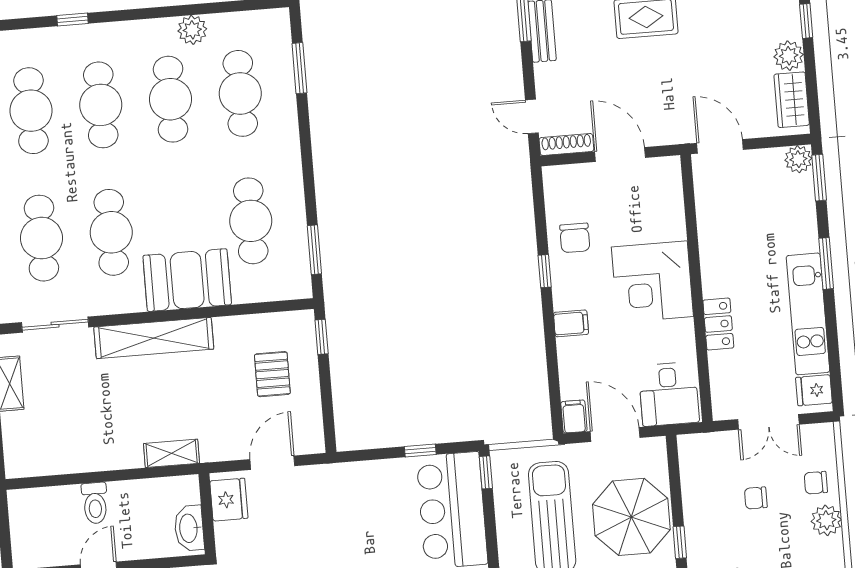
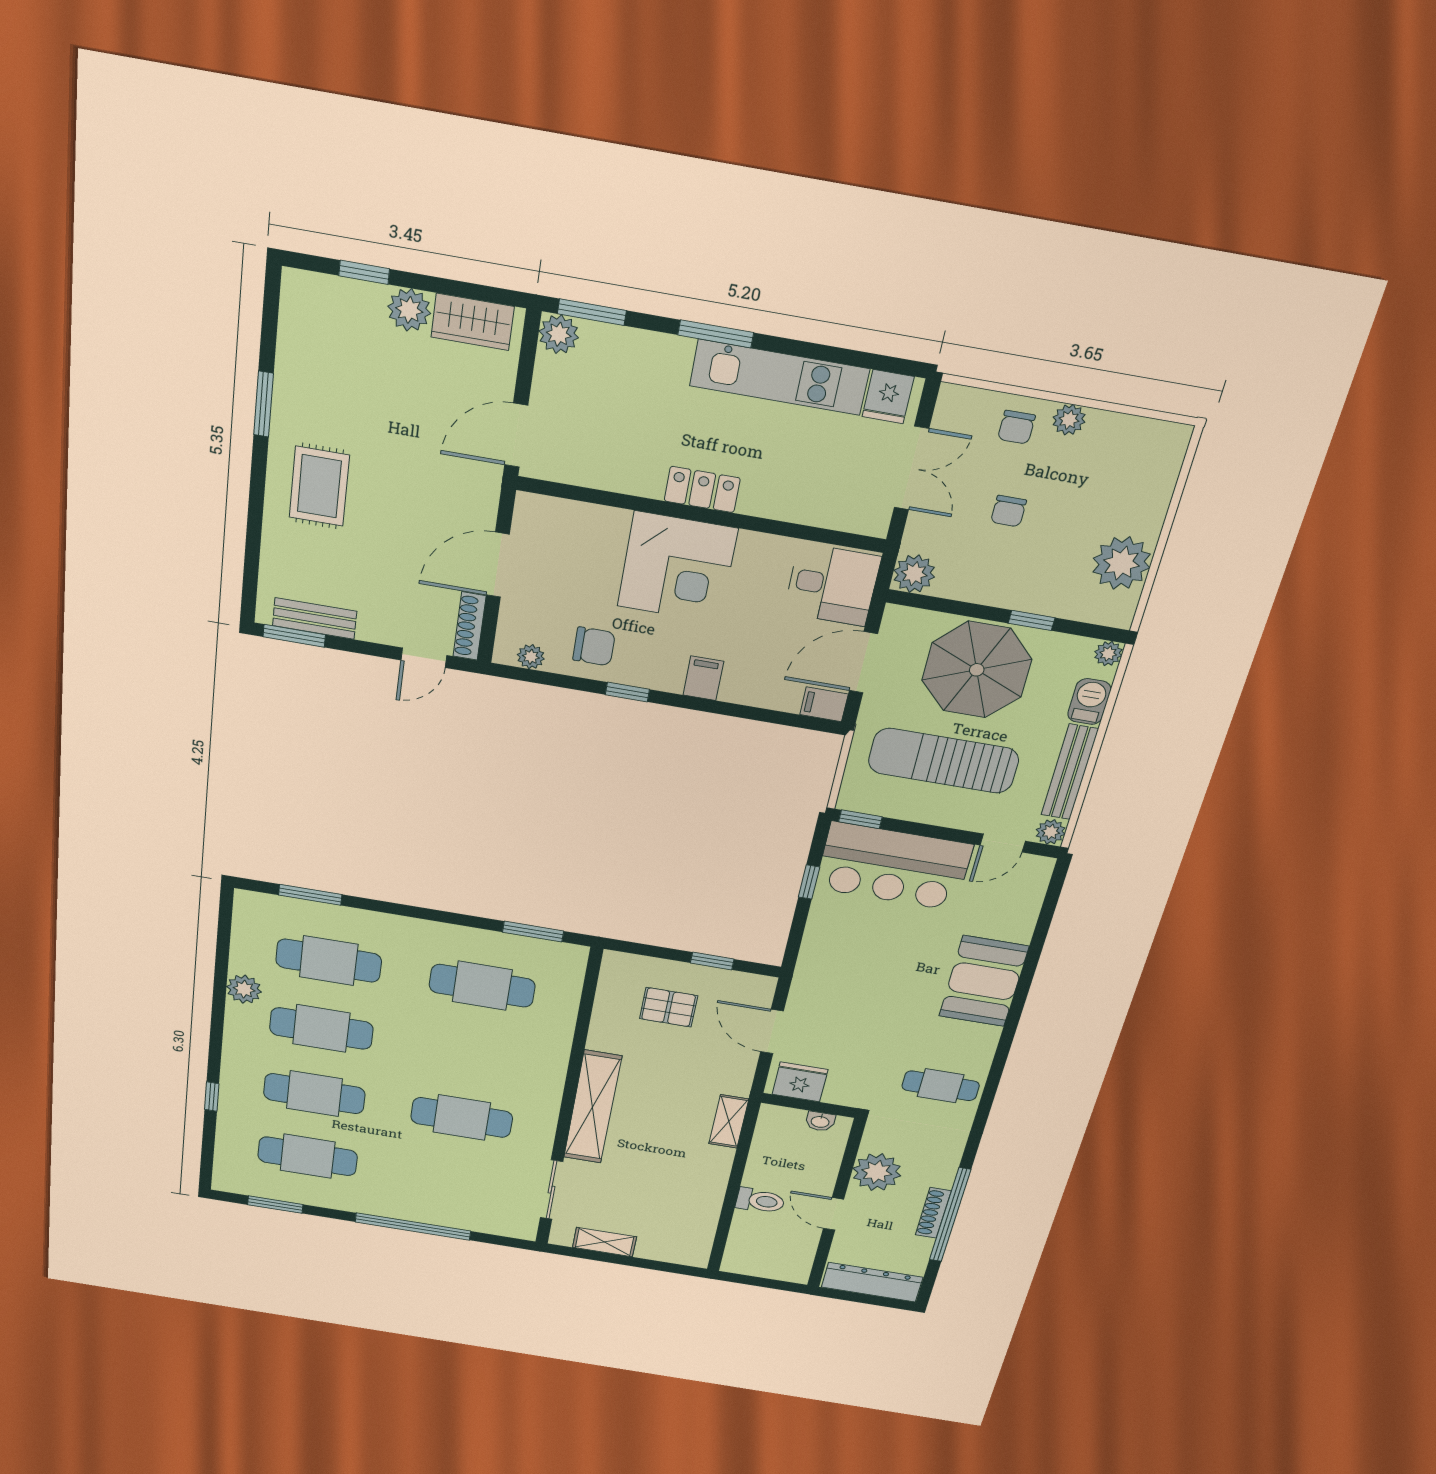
plant: (554, 194) -> (531, 657), added
cafe table: (41, 238) -> (452, 1179), removed
booth: (187, 280) -> (535, 1062), removed
locker: (718, 324) -> (702, 489), moved
window: (322, 337) -> (712, 961), moved
plant: (693, 449) -> (914, 574), added
plant: (826, 520) -> (1069, 420), width x0.73, depth x0.73
washbasin: (189, 528) -> (820, 1121), width x0.52, depth x0.69

